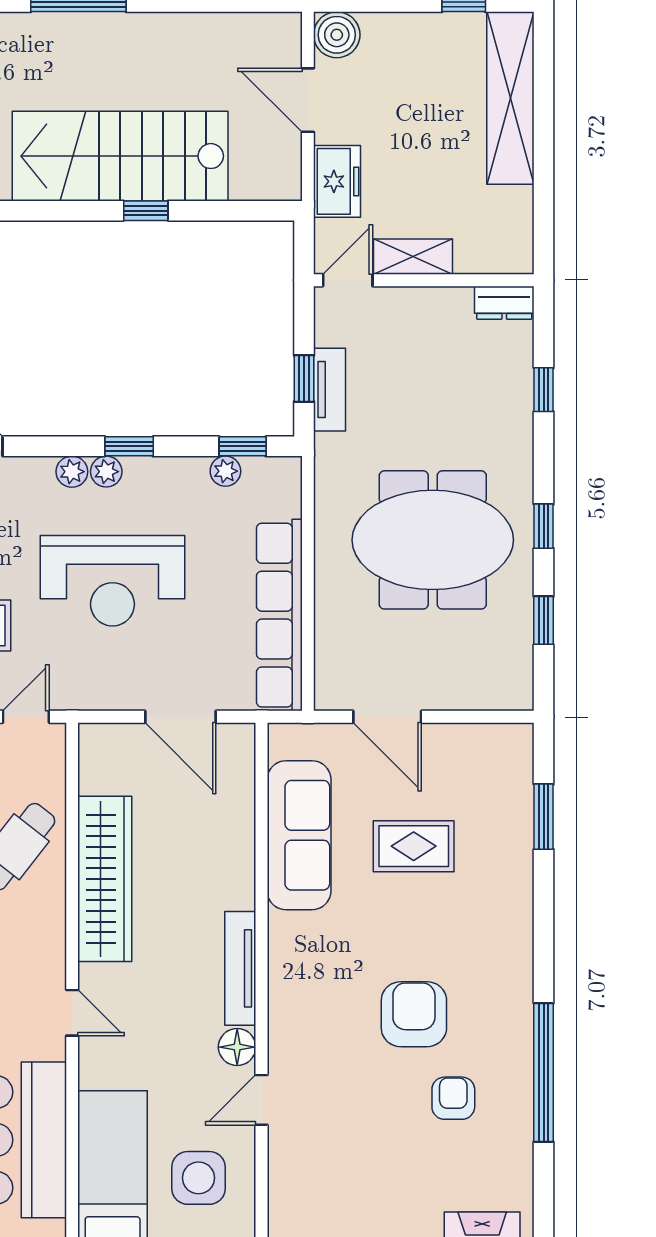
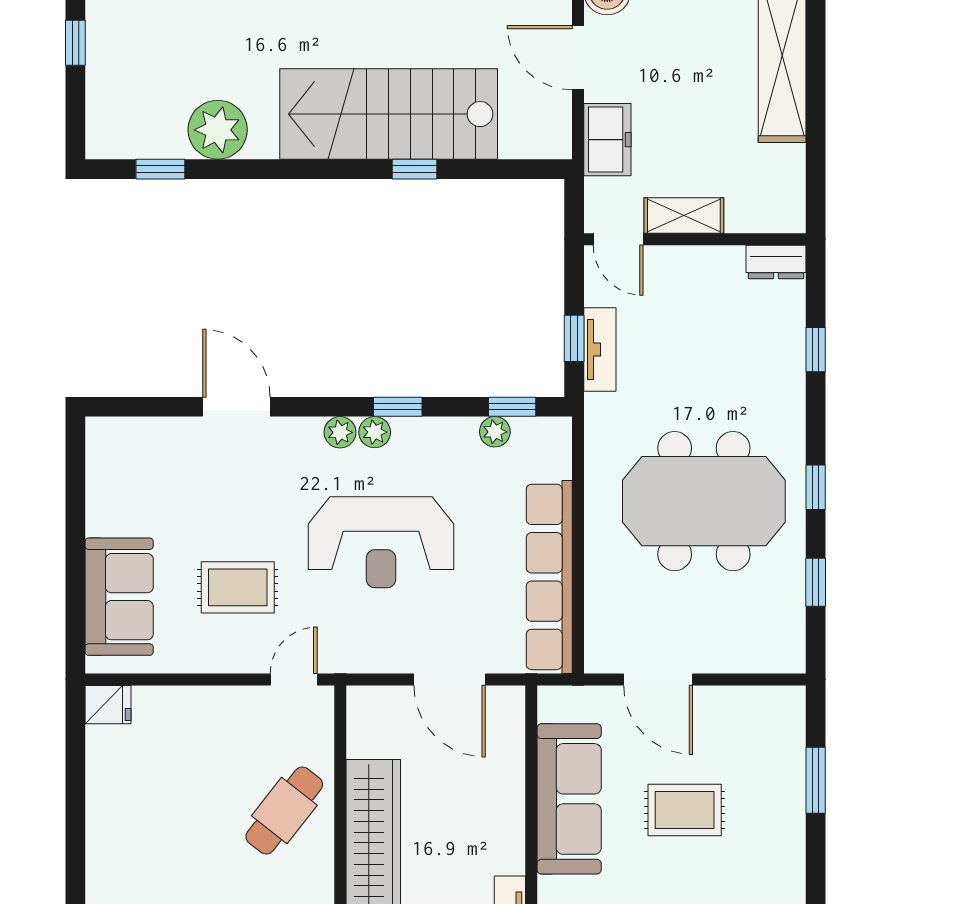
door: (348, 280) -> (618, 239), swing flipped

